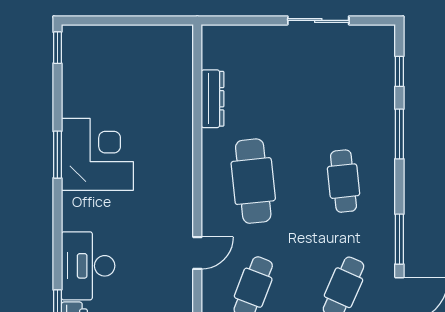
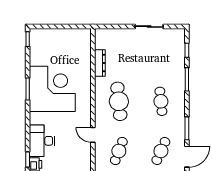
corner desk: (97, 154) -> (52, 89), width x1.36, depth x1.36
door: (197, 253) -> (93, 135), swing flipped

